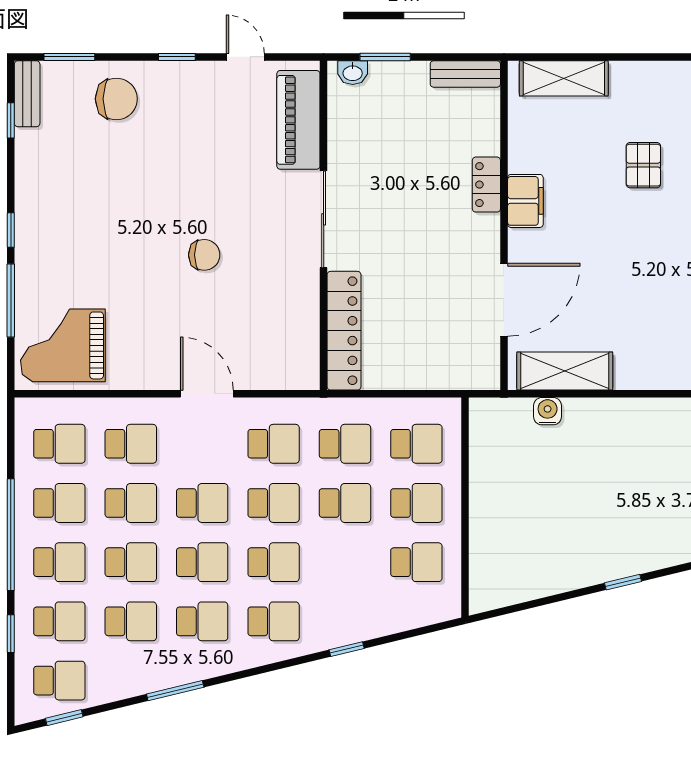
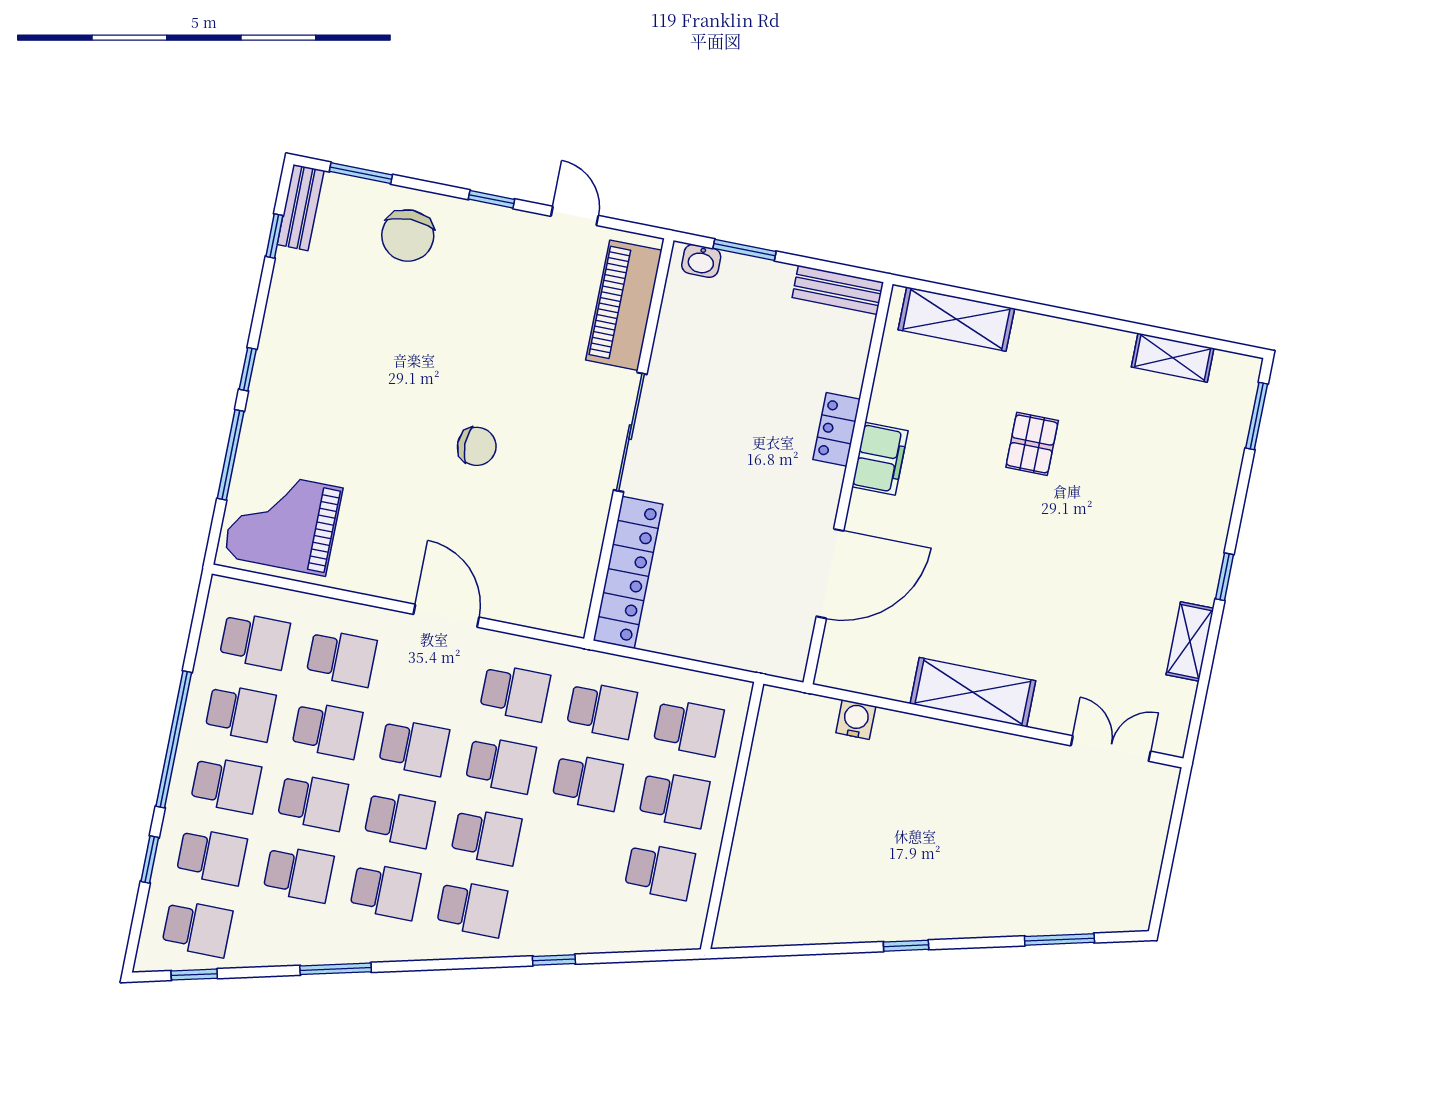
chair: (116, 99) -> (408, 236), turned 90
shelving: (565, 371) -> (973, 692), moved

